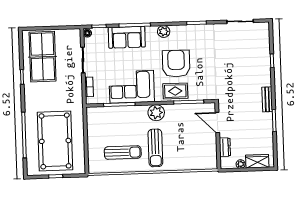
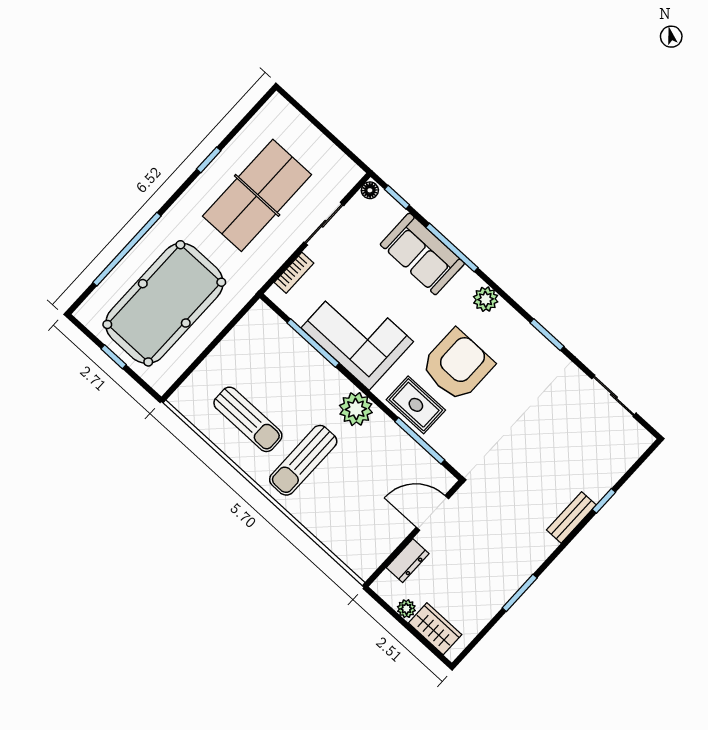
table tennis table: (43, 57) -> (257, 195), moved
bench: (267, 99) -> (571, 517), moved
door: (217, 123) -> (432, 513), hinge flipped

